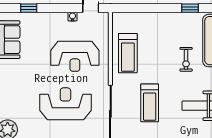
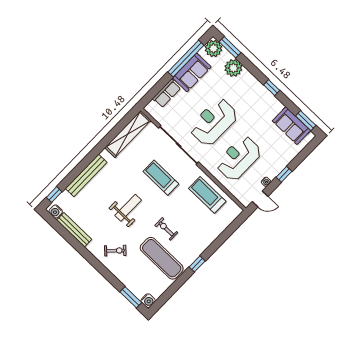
window: (29, 8) -> (284, 174), moved
reception desk: (65, 104) -> (214, 122), turned 180

